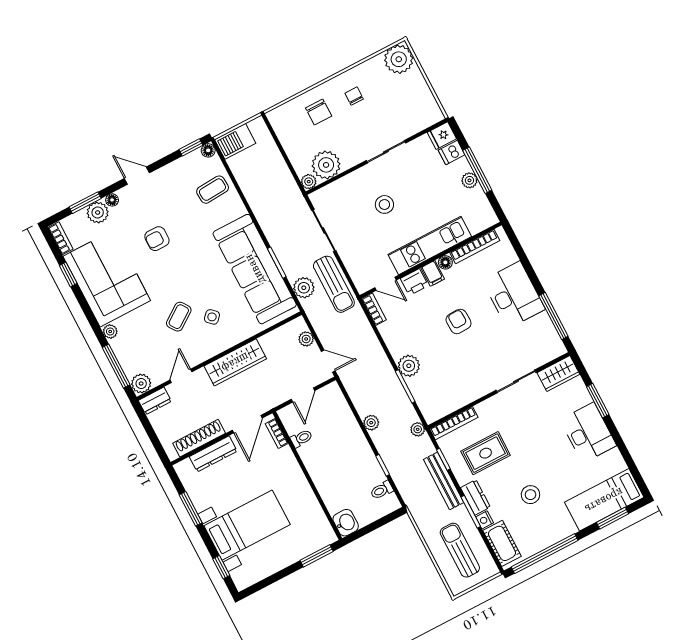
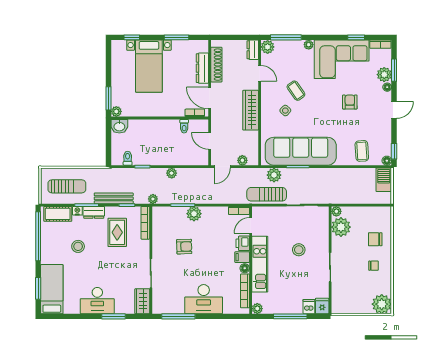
plant: (469, 180) -> (257, 309), moved
armchair: (459, 321) -> (184, 247), moved
plant: (328, 537) -> (116, 111), added

